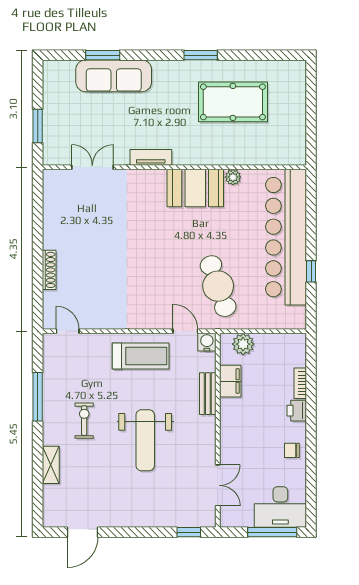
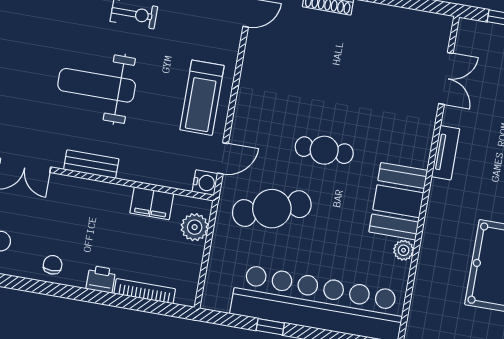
cafe table: (165, 253) -> (324, 150), added
bookcase: (300, 383) -> (145, 291), width x1.56
bench: (208, 394) -> (91, 164), moved

